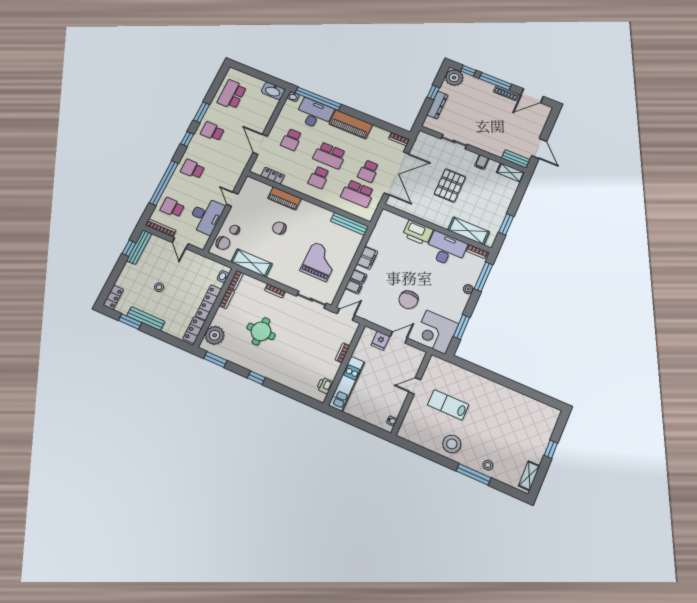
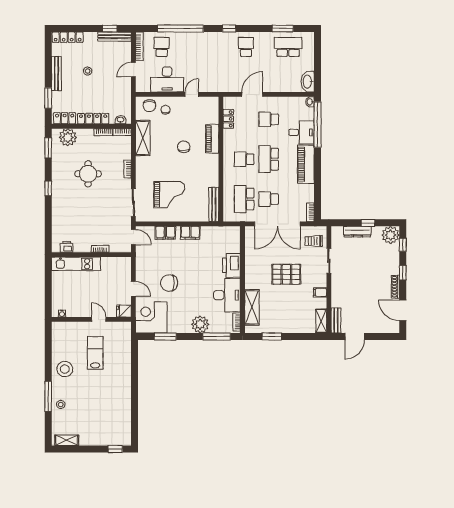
window: (495, 81) -> (403, 273), width x0.46
window: (201, 112) -> (283, 29), moved
desk: (314, 114) -> (301, 132), width x0.73
trolley: (428, 147) -> (314, 241), added
school desk: (193, 169) -> (204, 47), removed
plant: (468, 289) -> (200, 324), width x1.88, depth x1.88
locker: (113, 297) -> (68, 37), width x1.53
window: (130, 322) -> (48, 98), moved
fridge: (380, 341) -> (124, 311), moved
window: (551, 449) -> (115, 449), moved

